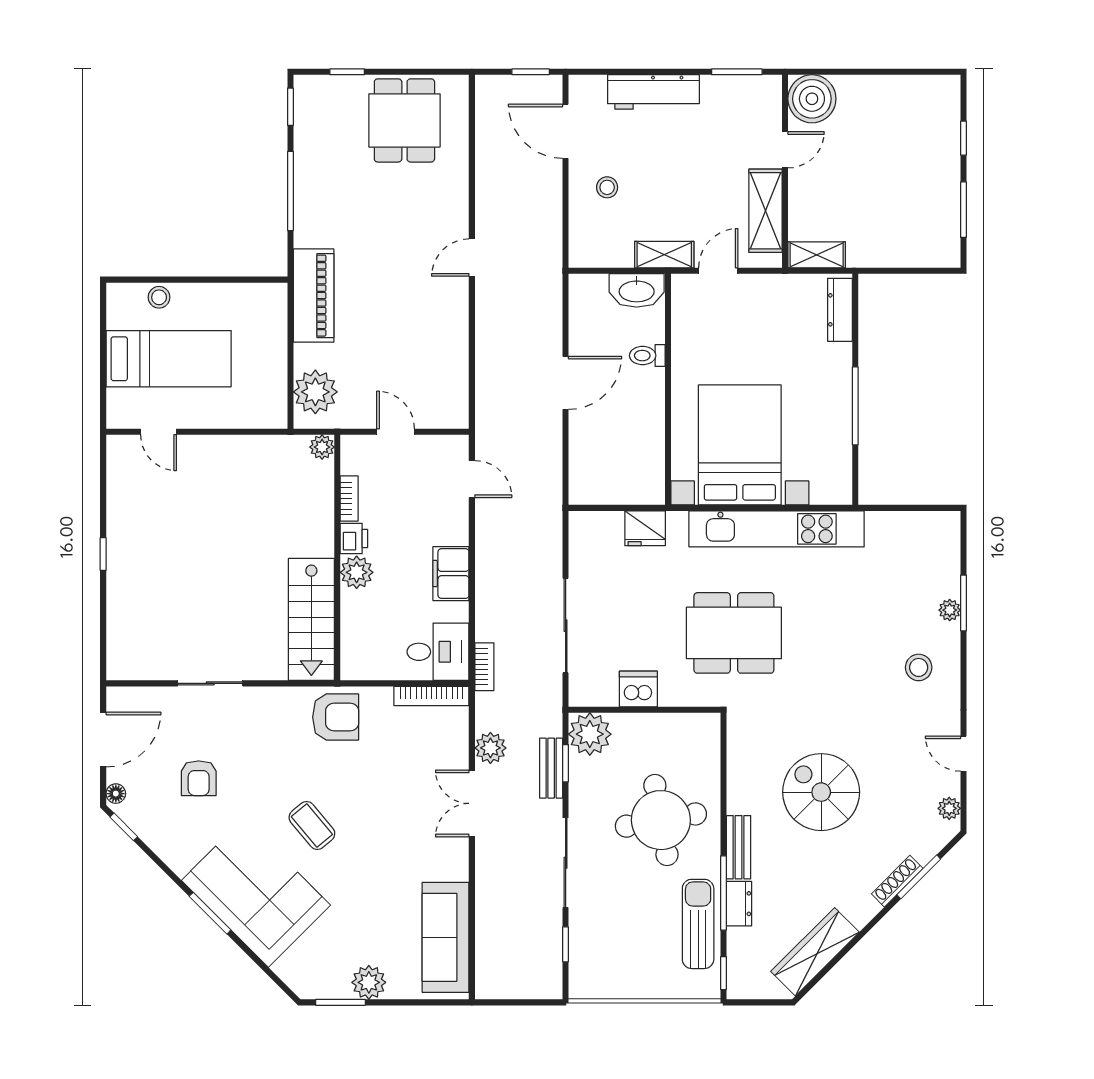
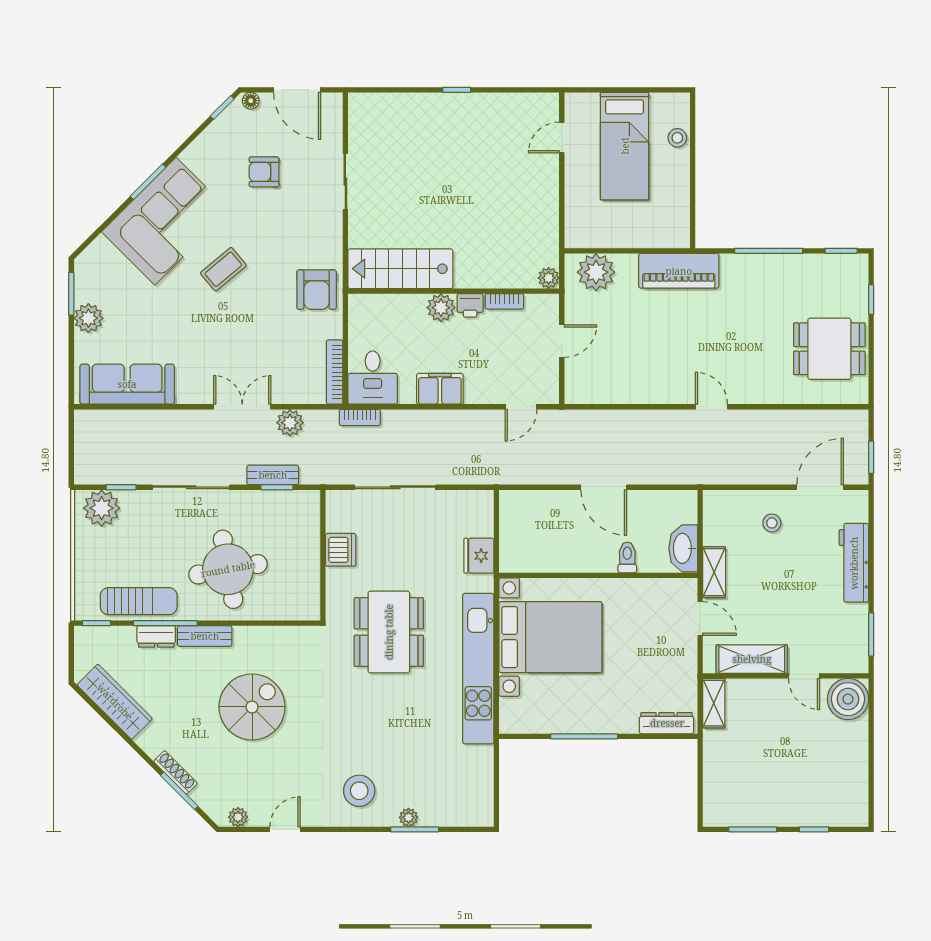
stool: (919, 667) -> (359, 791), width x1.38, depth x1.38
plant: (590, 734) -> (102, 508), moved

